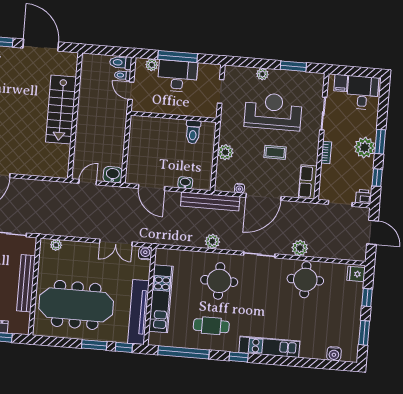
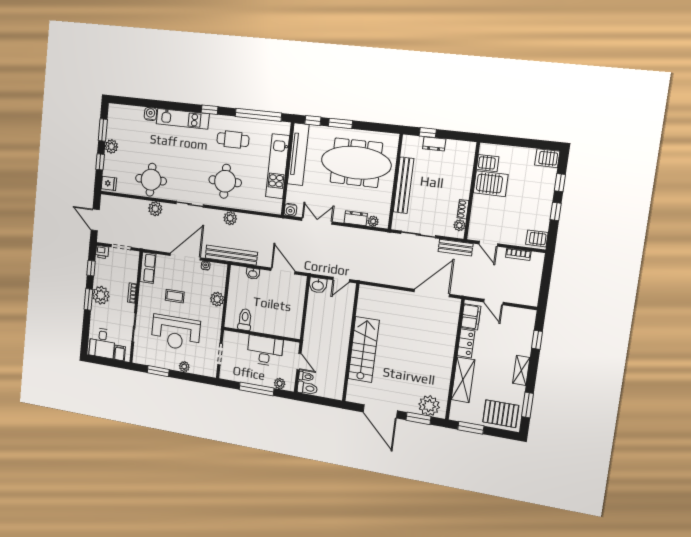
desk: (177, 76) -> (265, 351), moved, turned 180
dresser: (74, 247) -> (356, 218), added
plant: (353, 315) -> (111, 146), added
water cooler: (334, 354) -> (150, 114), moved

